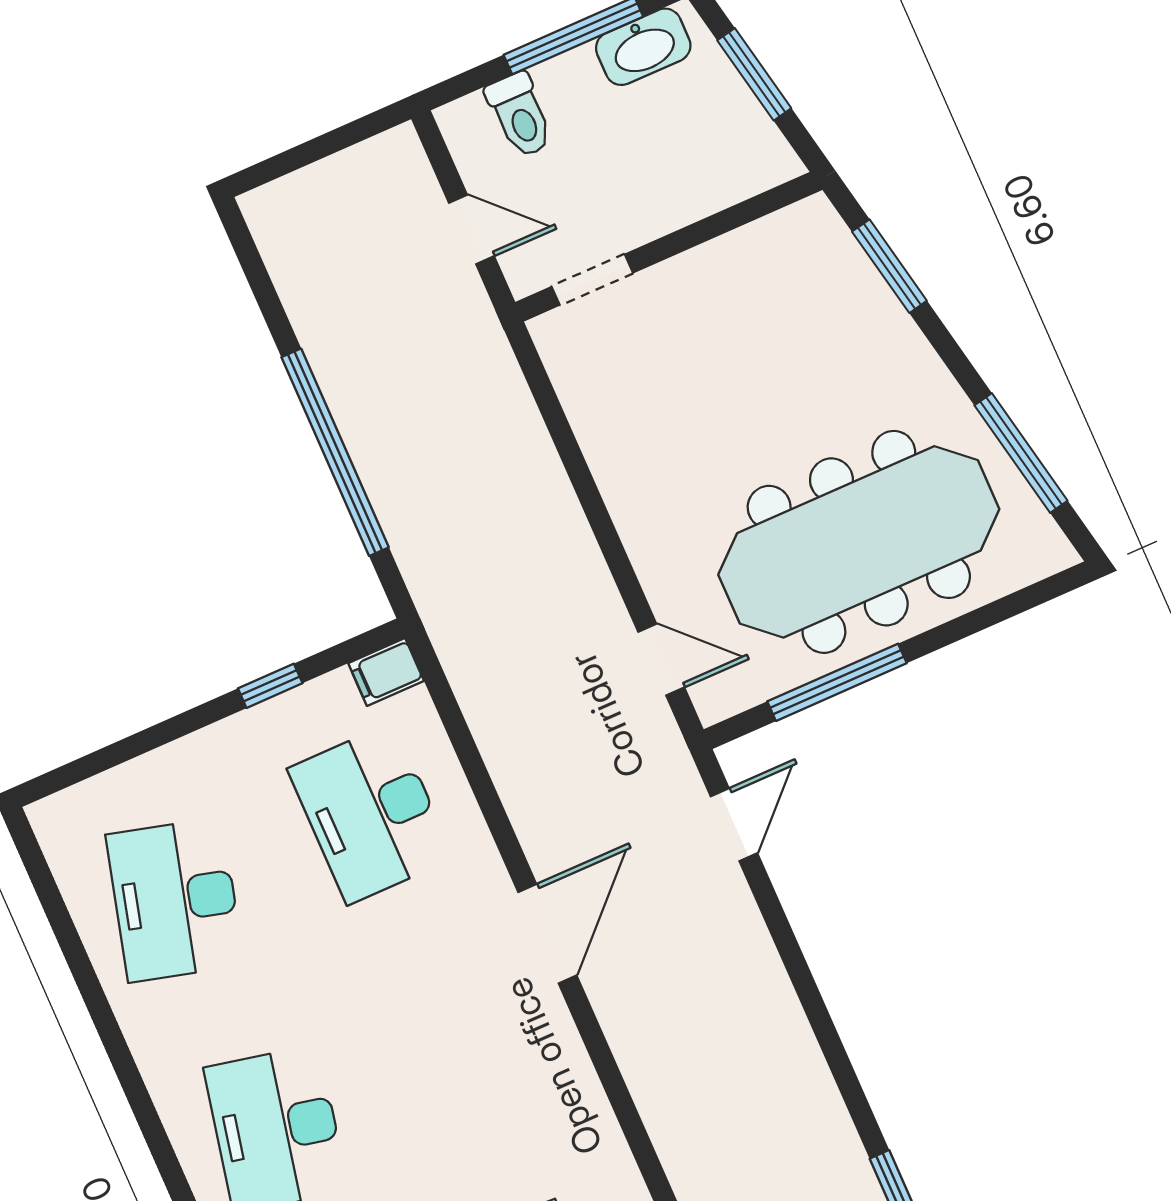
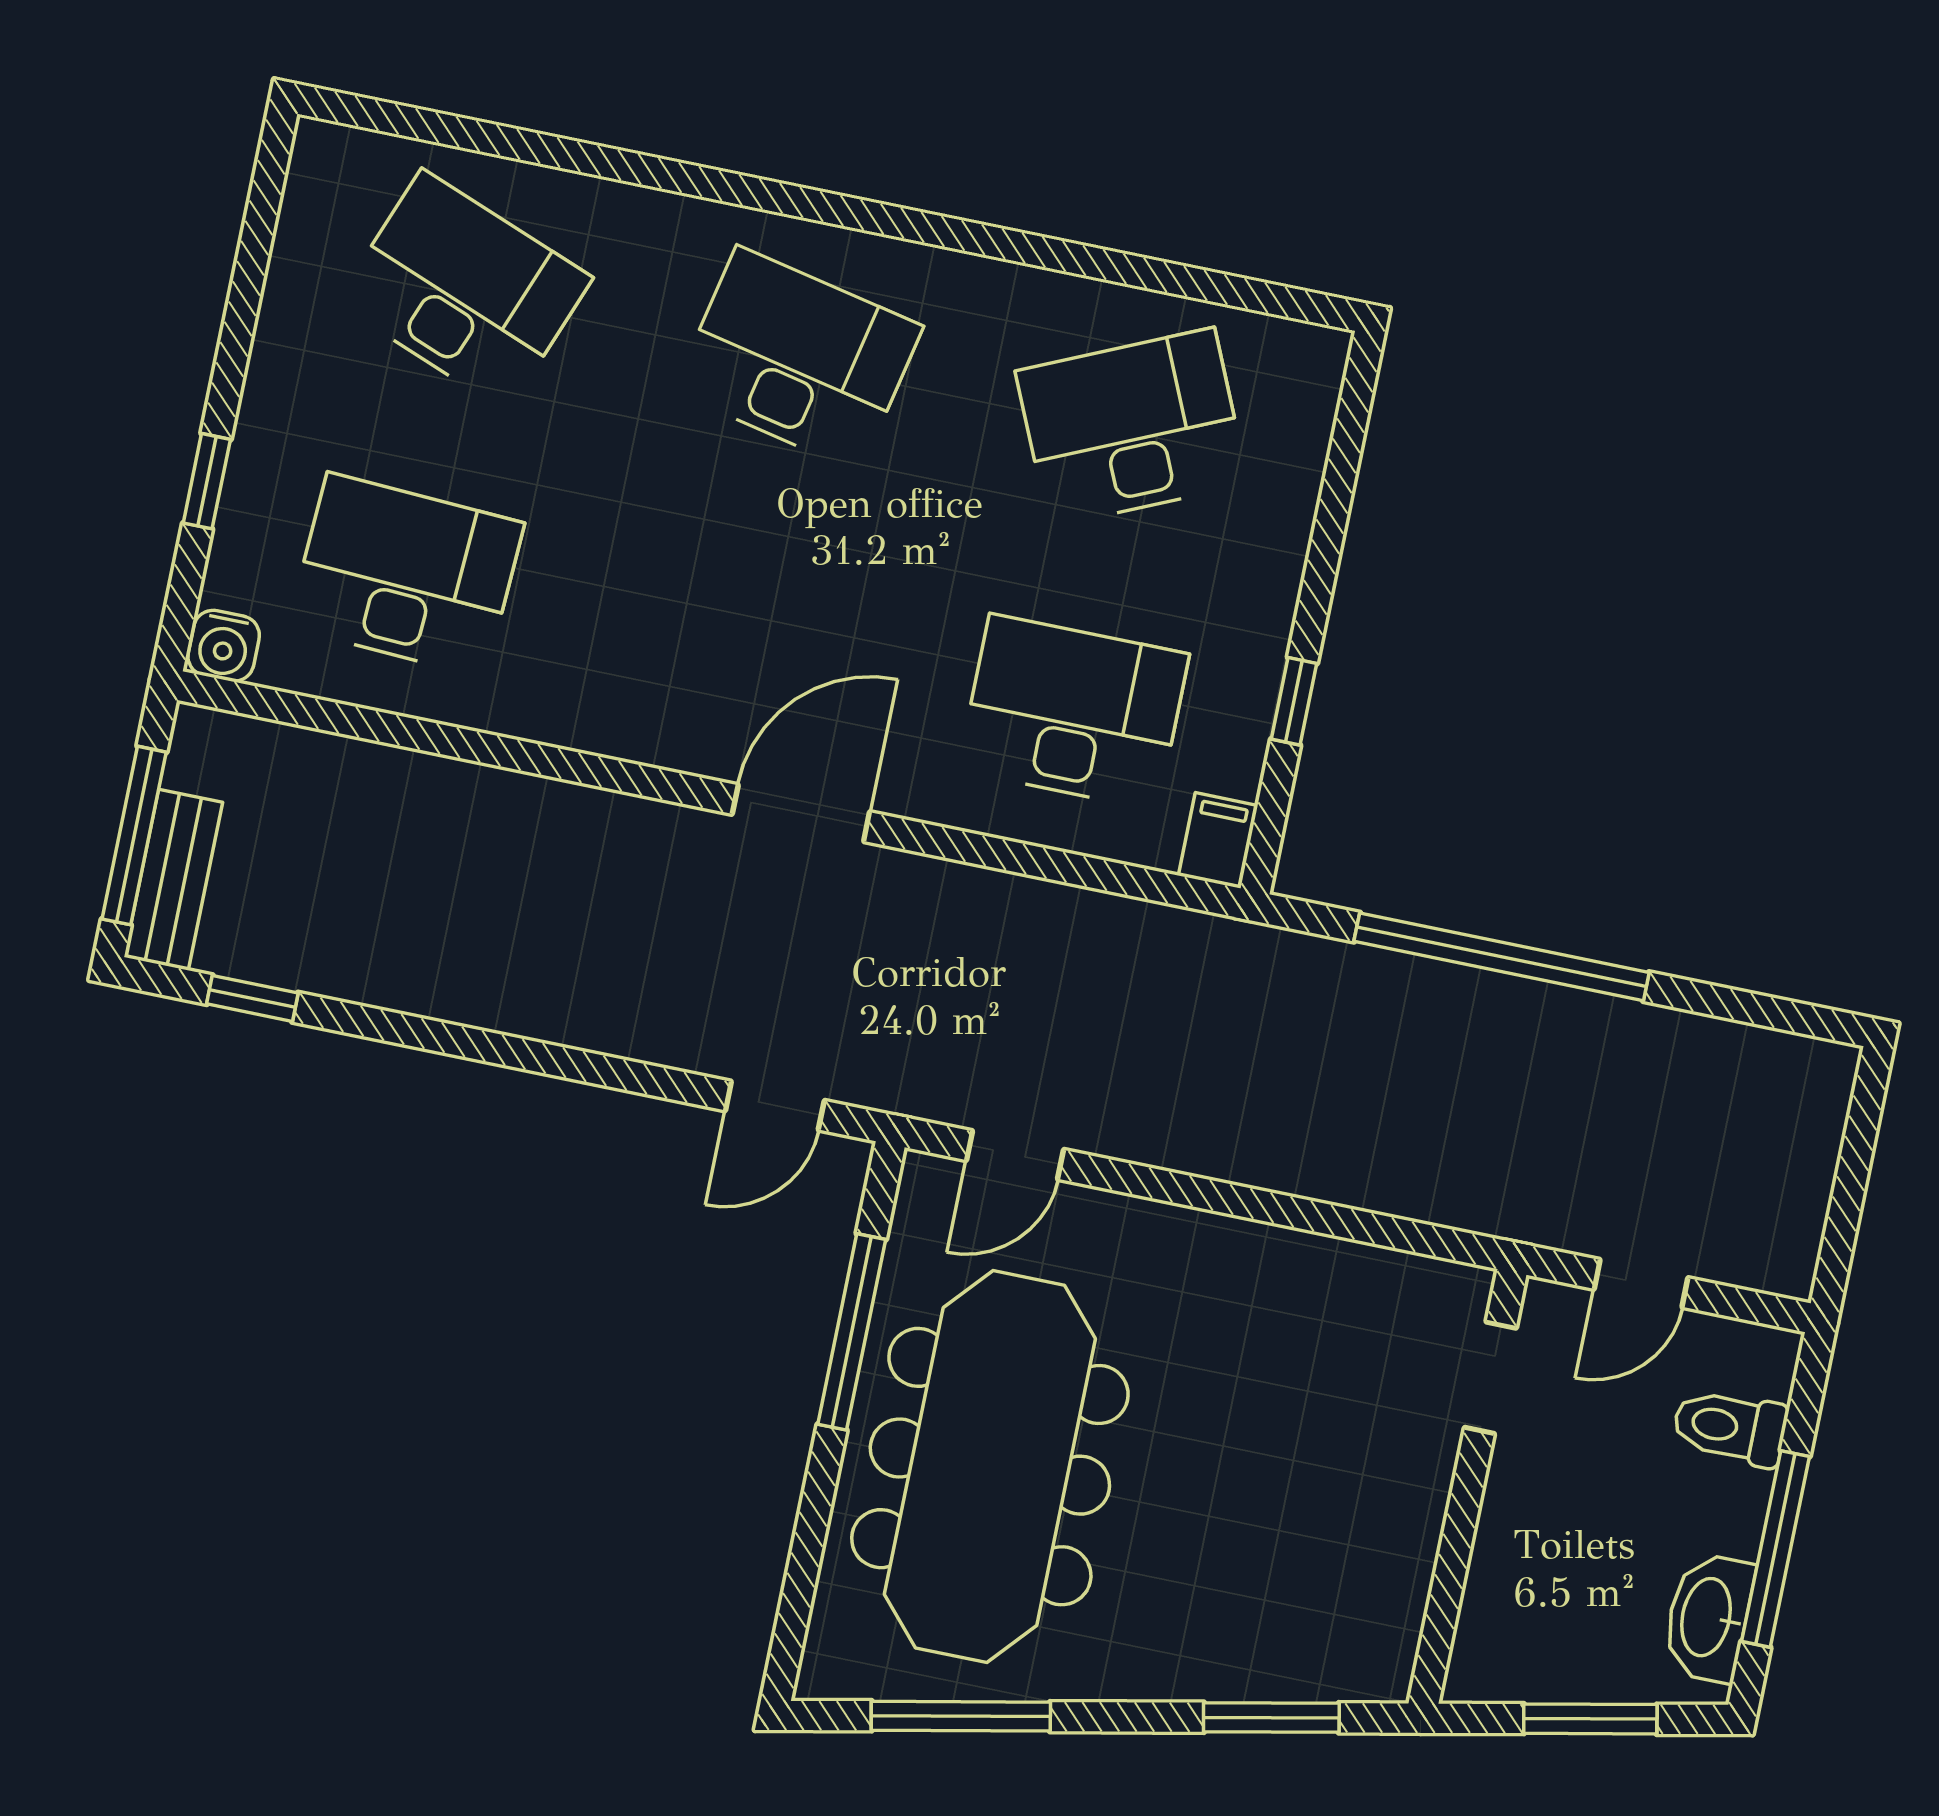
door: (734, 825) -> (775, 1106), hinge flipped
desk: (175, 900) -> (1132, 427), turned -39
door: (547, 934) -> (801, 813), swing flipped

